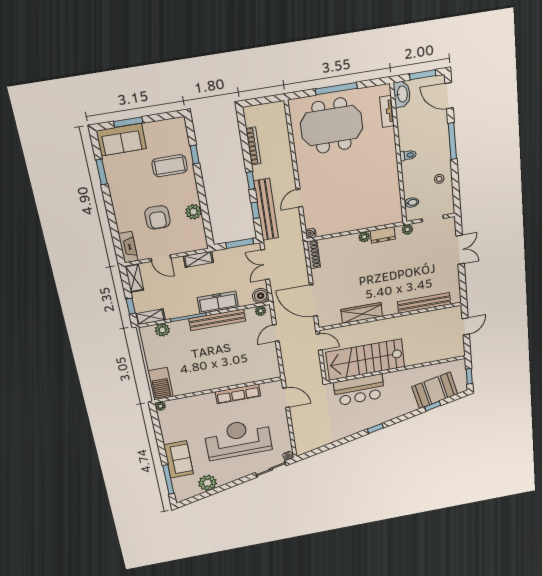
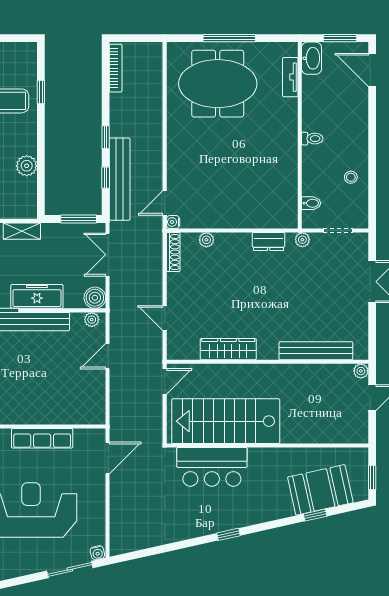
window: (452, 141) -> (372, 130), removed
bookcase: (253, 146) -> (116, 68), moved
door: (299, 198) -> (165, 203), moved
plant: (364, 237) -> (206, 240), moved
door: (313, 300) -> (165, 318), width x0.53
plant: (457, 311) -> (361, 371), added
door: (319, 342) -> (165, 381), hinge flipped
door: (286, 398) -> (108, 458), hinge flipped

